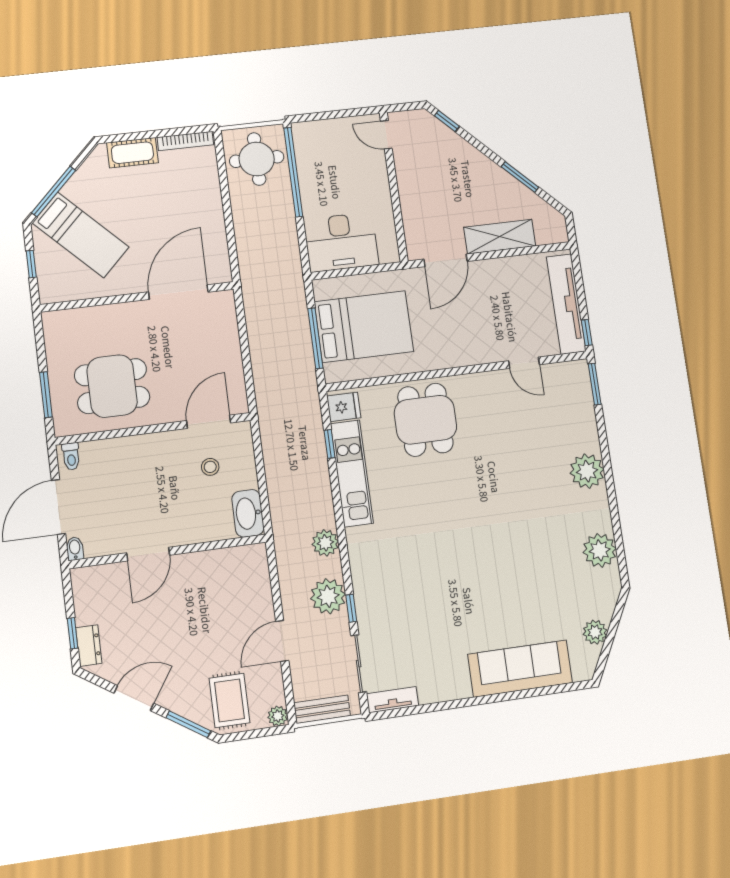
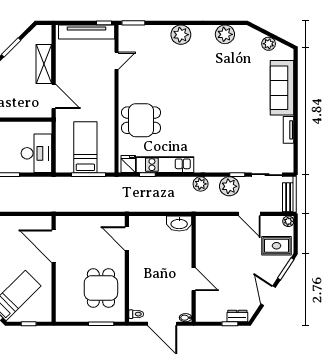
bed: (364, 327) -> (85, 147), width x0.67
stool: (210, 467) -> (151, 241), removed
tv unit: (392, 700) -> (289, 130), moved

